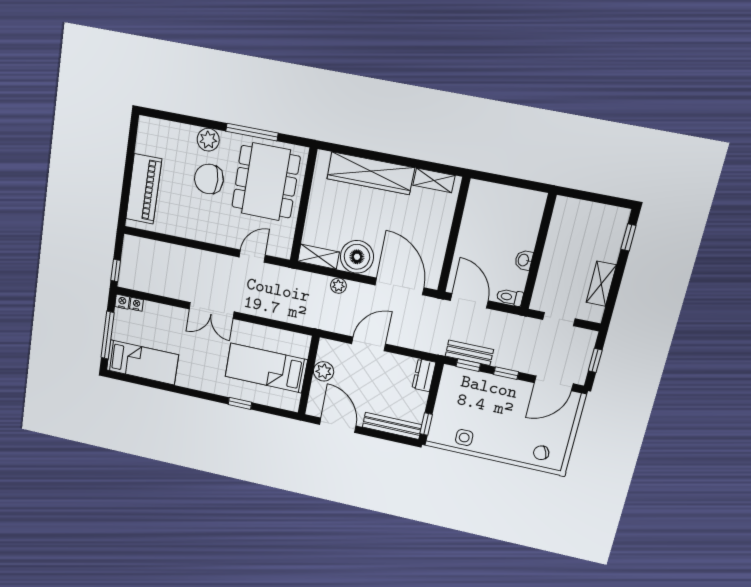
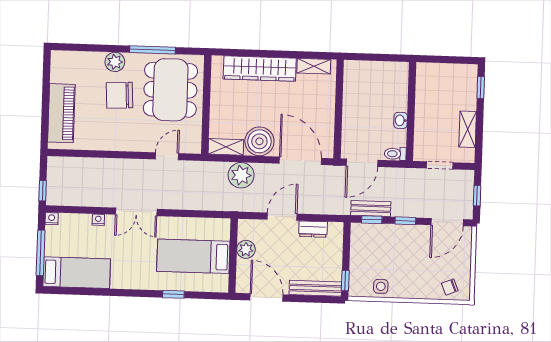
plant: (338, 286) -> (241, 175), width x1.88, depth x1.88
door: (469, 301) -> (362, 163), swing flipped
nightstand: (136, 304) -> (98, 220), moved
dresser: (424, 375) -> (313, 229), moved, turned -90

